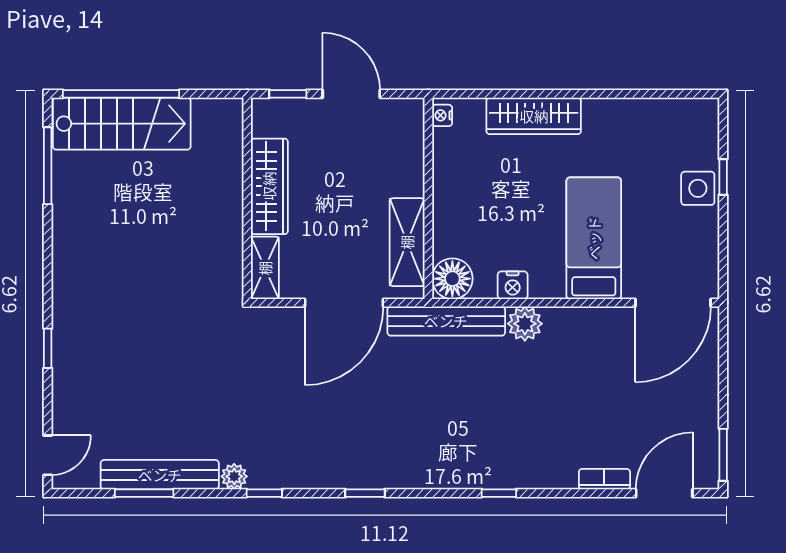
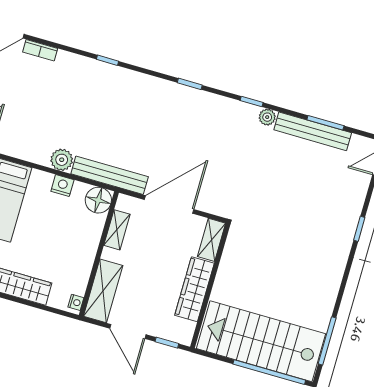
stairs: (122, 124) -> (261, 341), width x1.36, depth x1.51
shelving: (406, 144) -> (103, 291), added
shelving: (407, 242) -> (117, 230), width x0.67, depth x0.75

